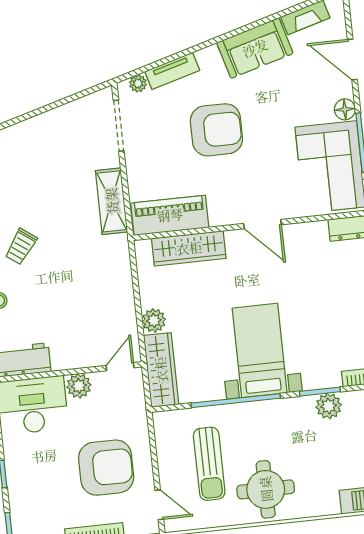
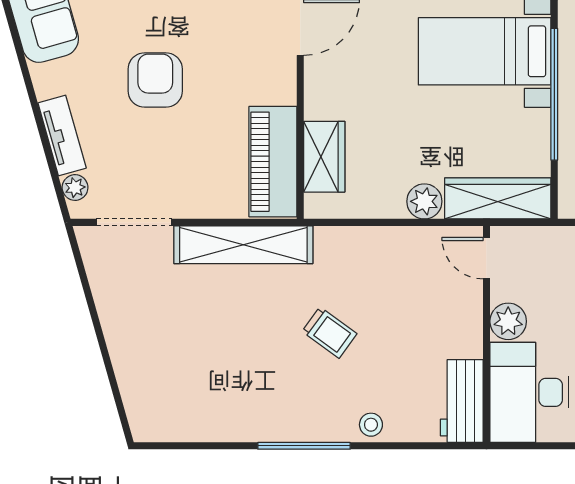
armchair: (216, 130) -> (155, 80), width x0.73, depth x0.73
shelving: (112, 201) -> (243, 245), width x1.47
trolley: (21, 247) -> (329, 333), moved
wardrobe: (189, 248) -> (324, 157), width x0.67

